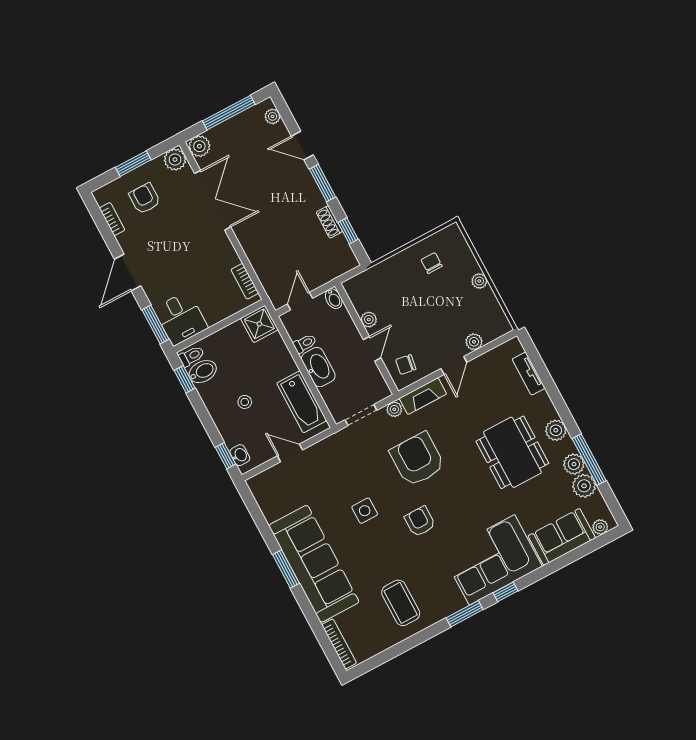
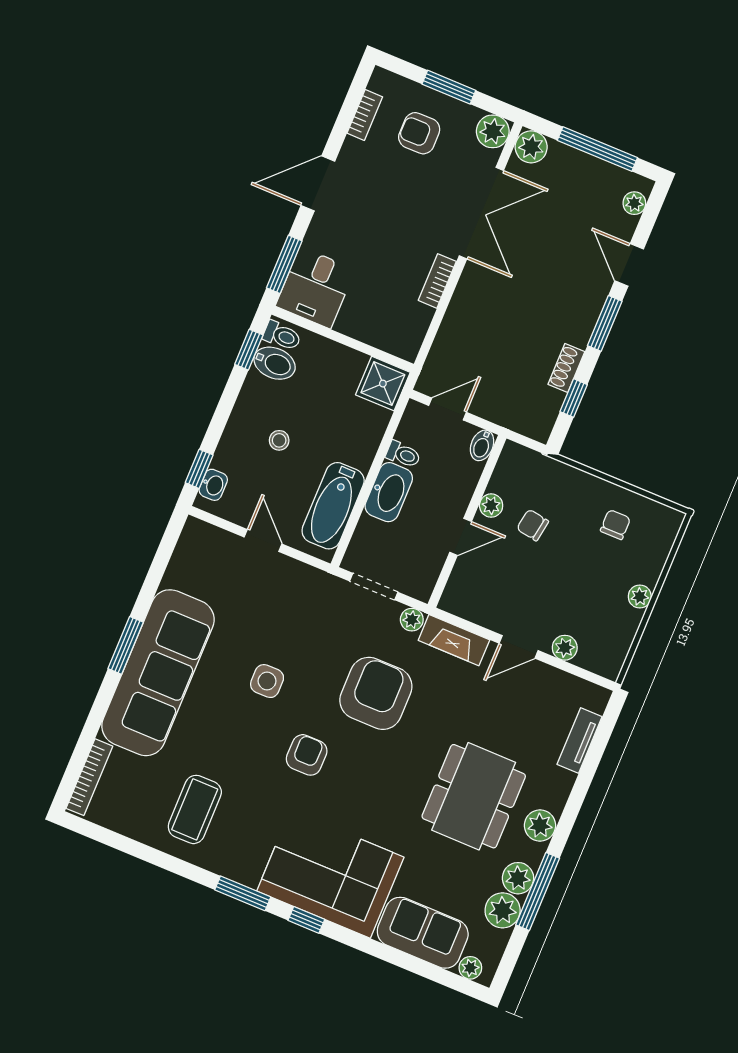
armchair: (145, 199) -> (419, 133), turned -90
bookcase: (245, 281) -> (437, 281), moved
chair: (406, 365) -> (533, 525), moved

